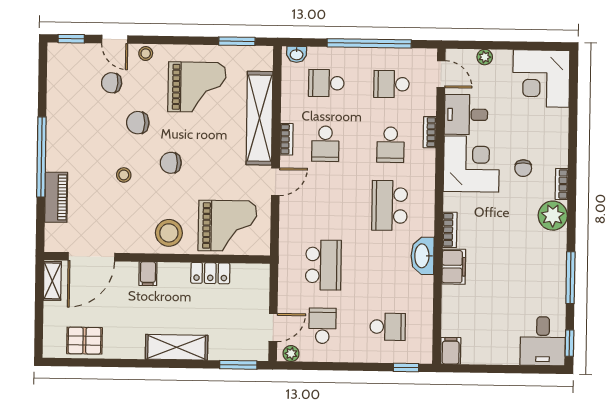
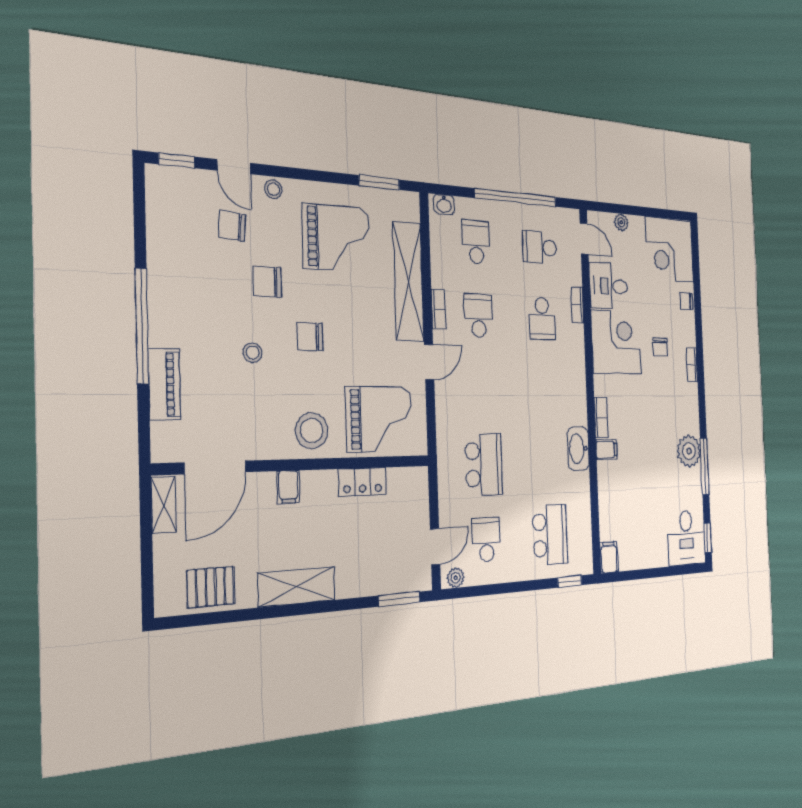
school desk: (326, 83) -> (476, 242), turned 90
chair: (559, 125) -> (686, 301), added
school desk: (325, 144) -> (479, 316), turned 180
school desk: (390, 205) -> (545, 390), removed
plant: (553, 216) -> (689, 451), moved
filing cabinet: (454, 267) -> (606, 450), width x0.50
school desk: (388, 327) -> (550, 535), width x1.85
shelving: (177, 347) -> (297, 587), moved

